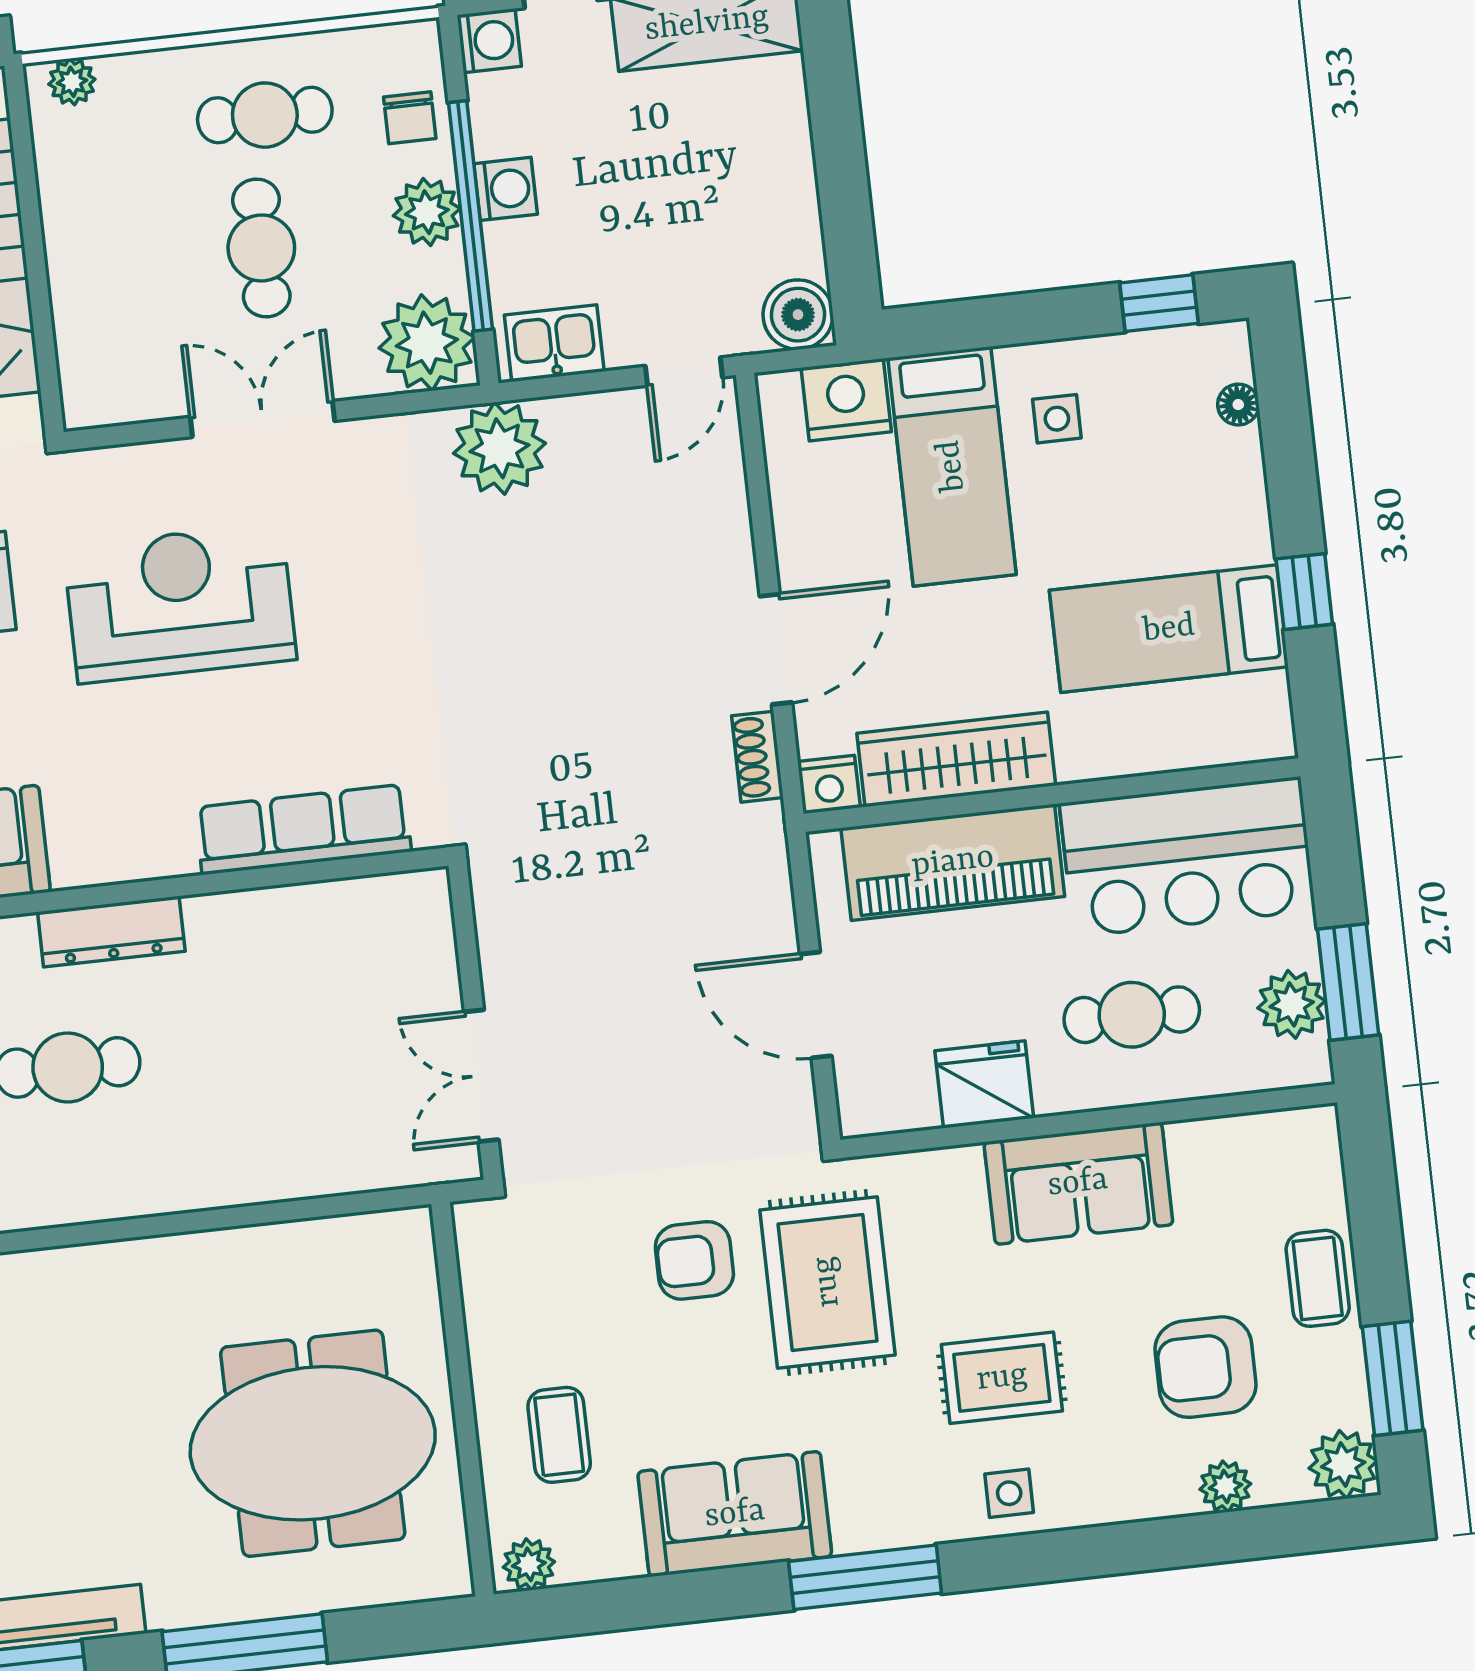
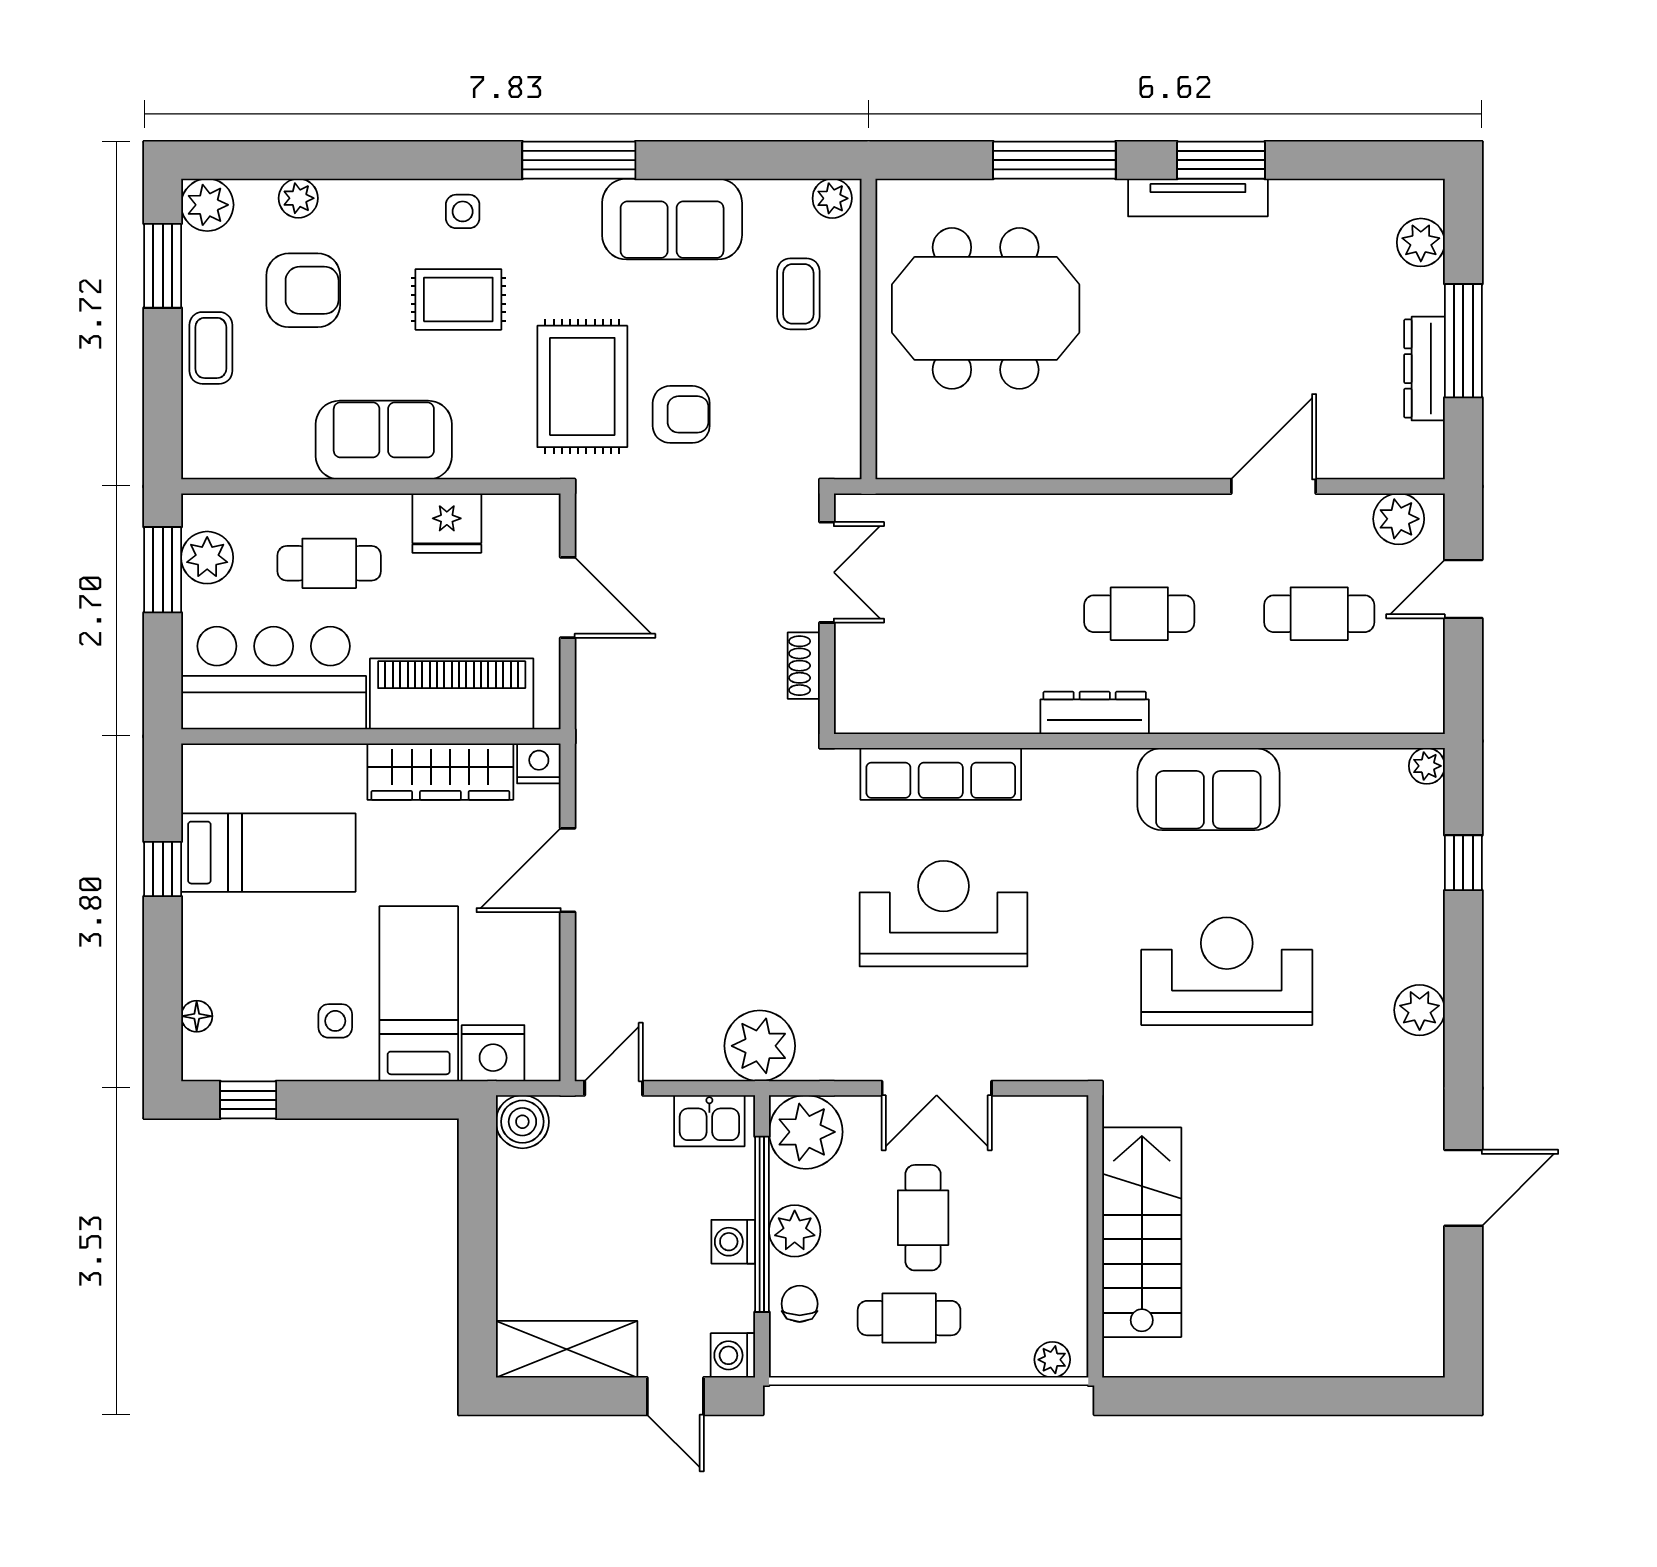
reception desk: (180, 603) -> (944, 914), moved, turned 180
shoe rack: (757, 757) -> (804, 666), moved, turned 180

